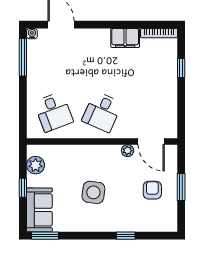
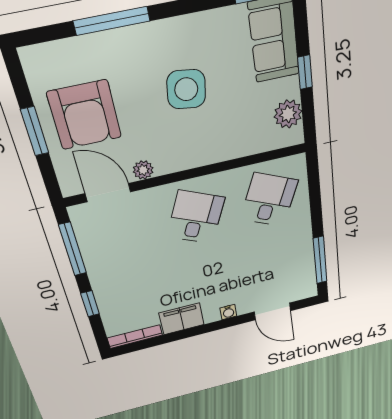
water cooler: (32, 34) -> (228, 312), moved
window: (181, 110) -> (73, 249), added
desk: (54, 112) -> (269, 200), turned 45
armchair: (152, 190) -> (85, 115), width x1.88, depth x1.88
window: (126, 236) -> (112, 21), width x2.17

